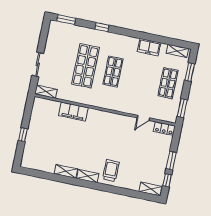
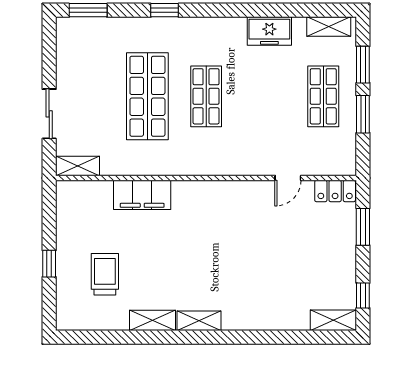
window: (182, 108) -> (363, 114), moved
window: (171, 161) -> (363, 227), moved
trolley: (111, 170) -> (105, 274), moved

